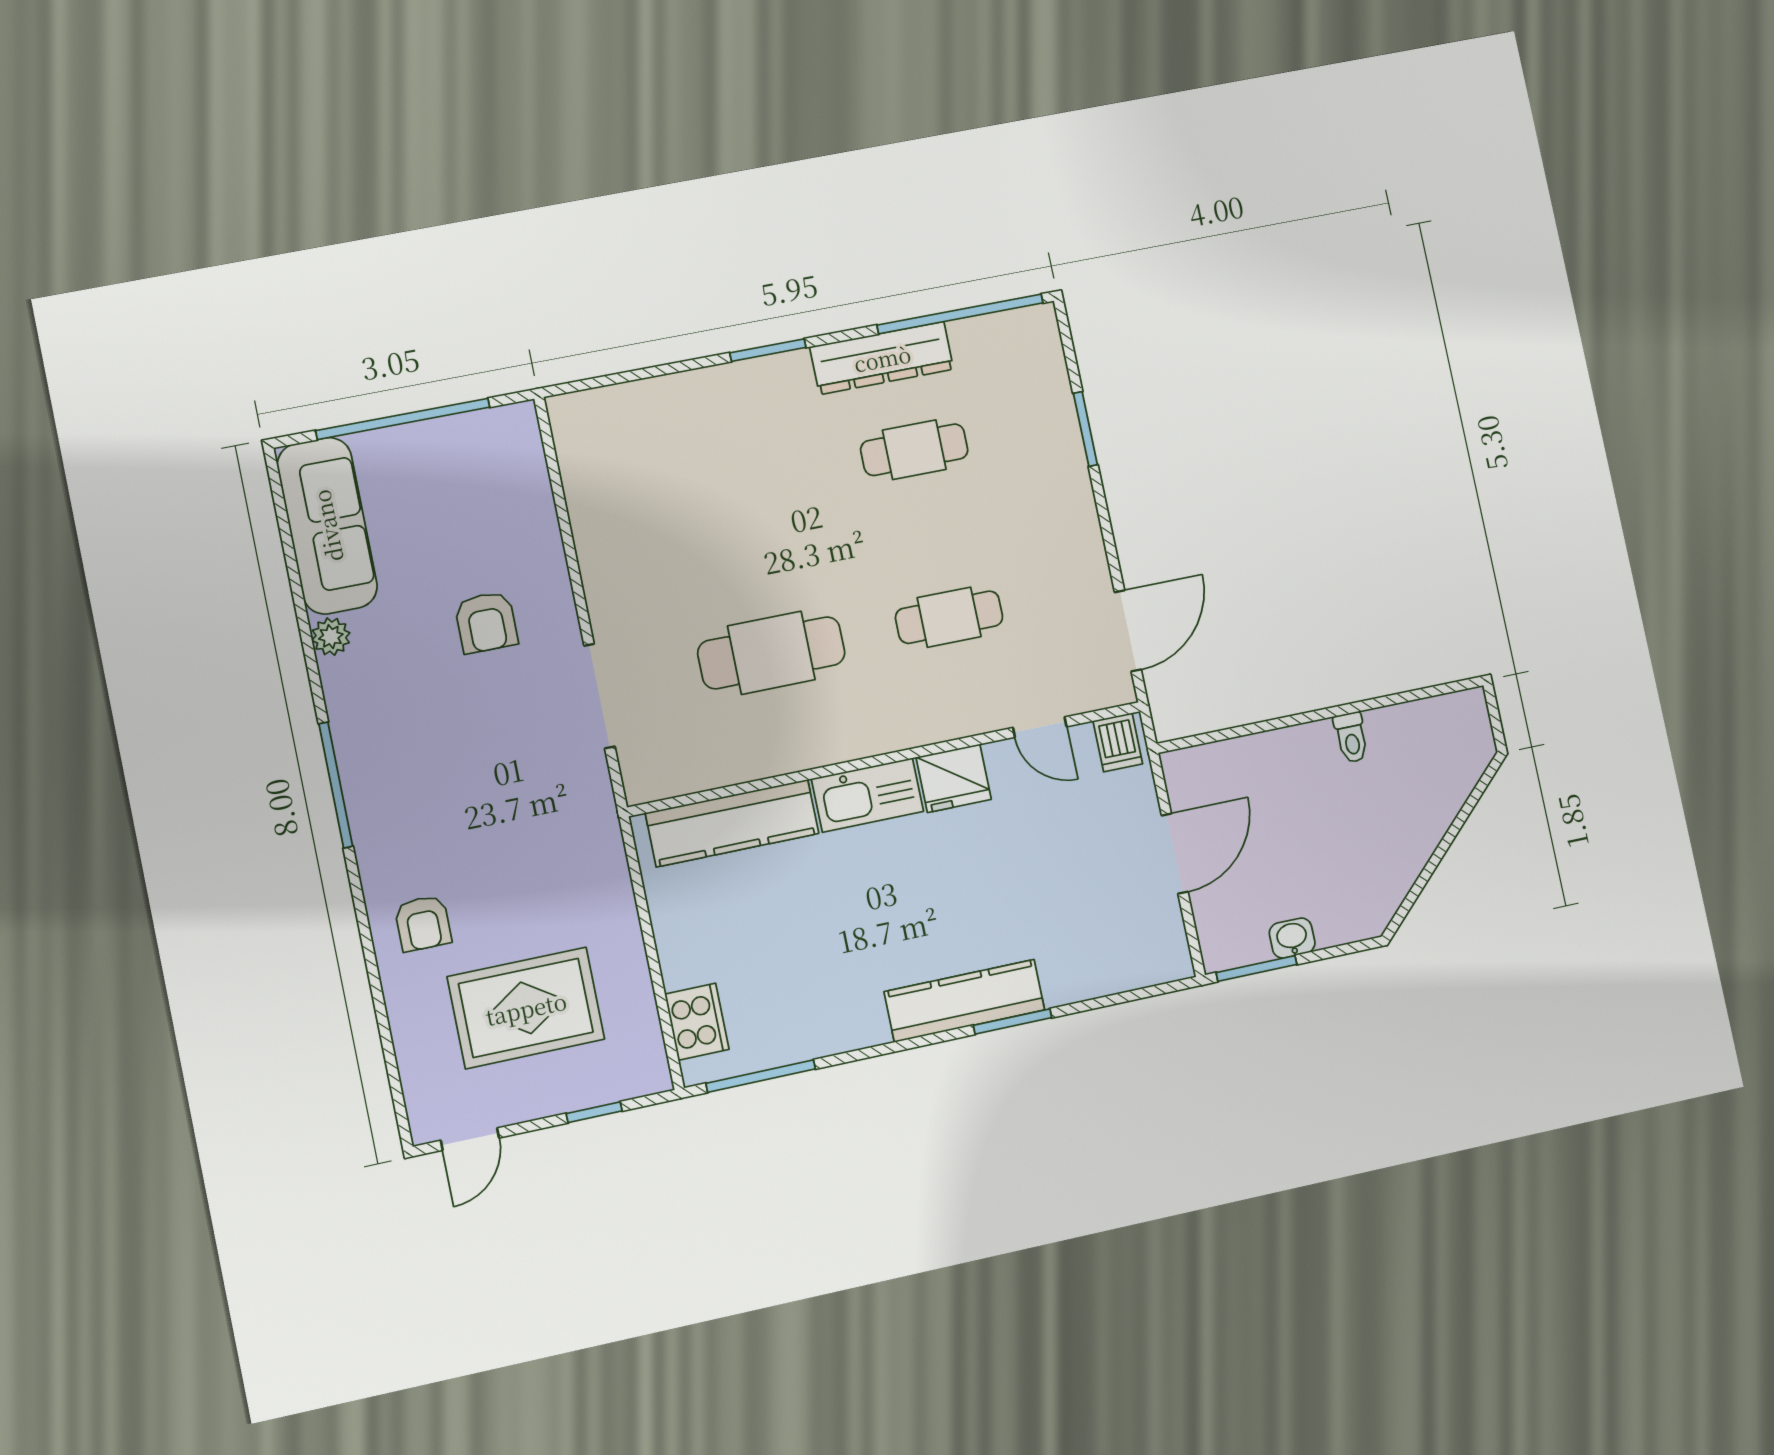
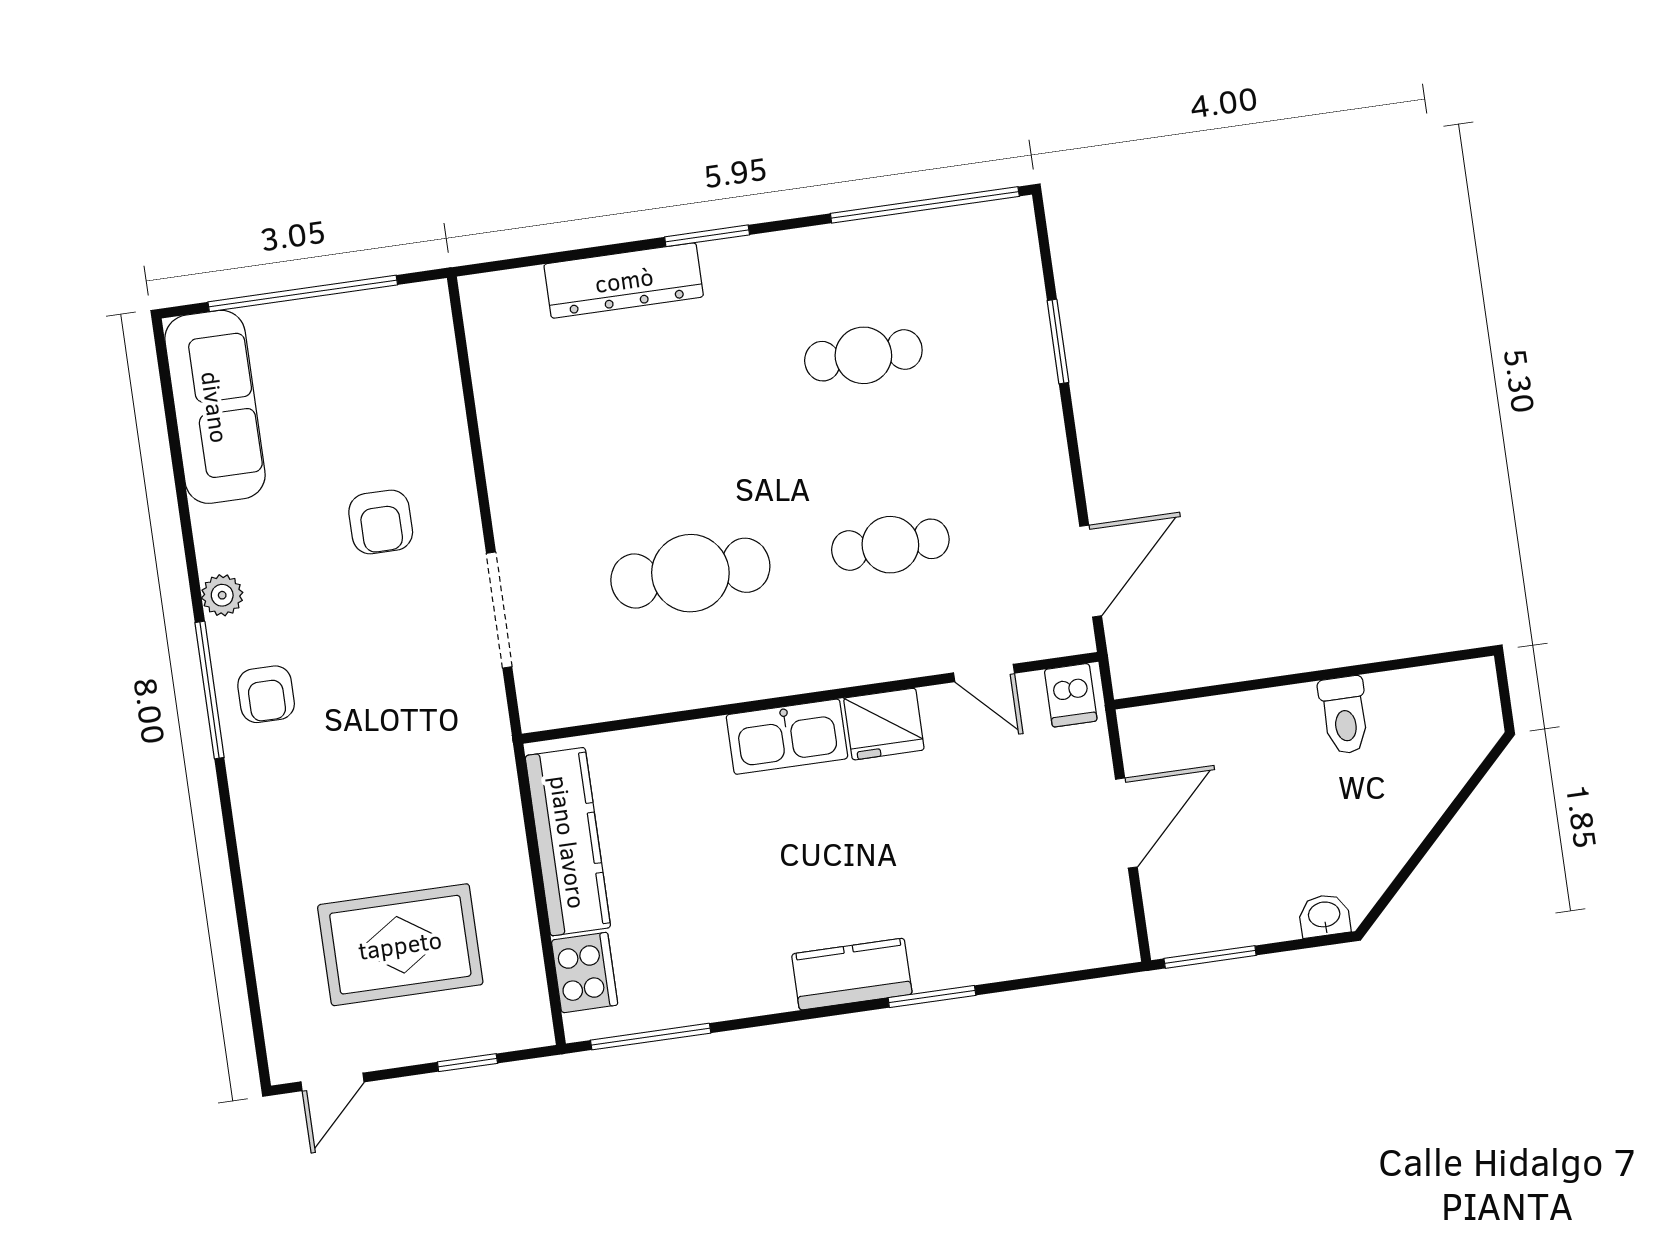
dresser: (882, 358) -> (624, 280), moved
plant: (331, 637) -> (222, 595), moved
toilet: (1351, 738) -> (1344, 715), width x1.37, depth x1.39
kitchen counter: (732, 823) -> (568, 842), moved, turned -90
armchair: (423, 923) -> (266, 694), moved
washbasin: (1292, 938) -> (1324, 916), moved
kitchen counter: (964, 1001) -> (852, 974), width x0.67

